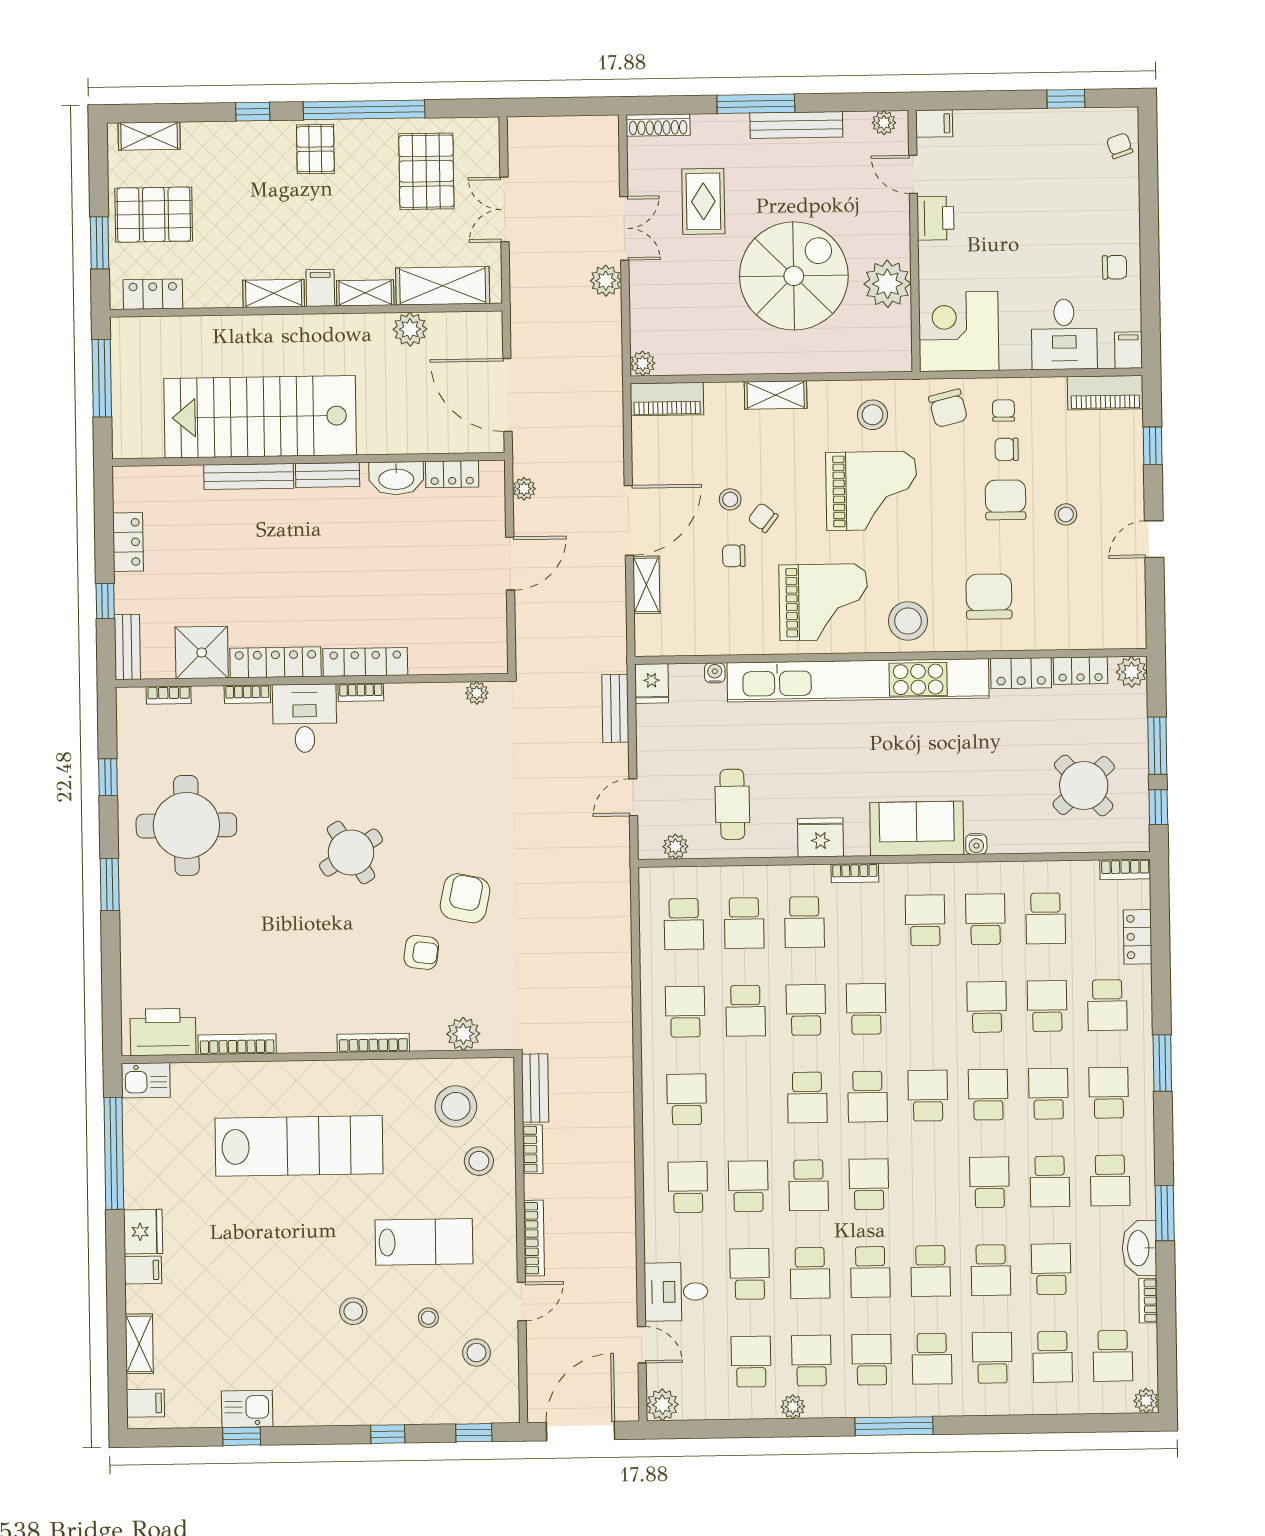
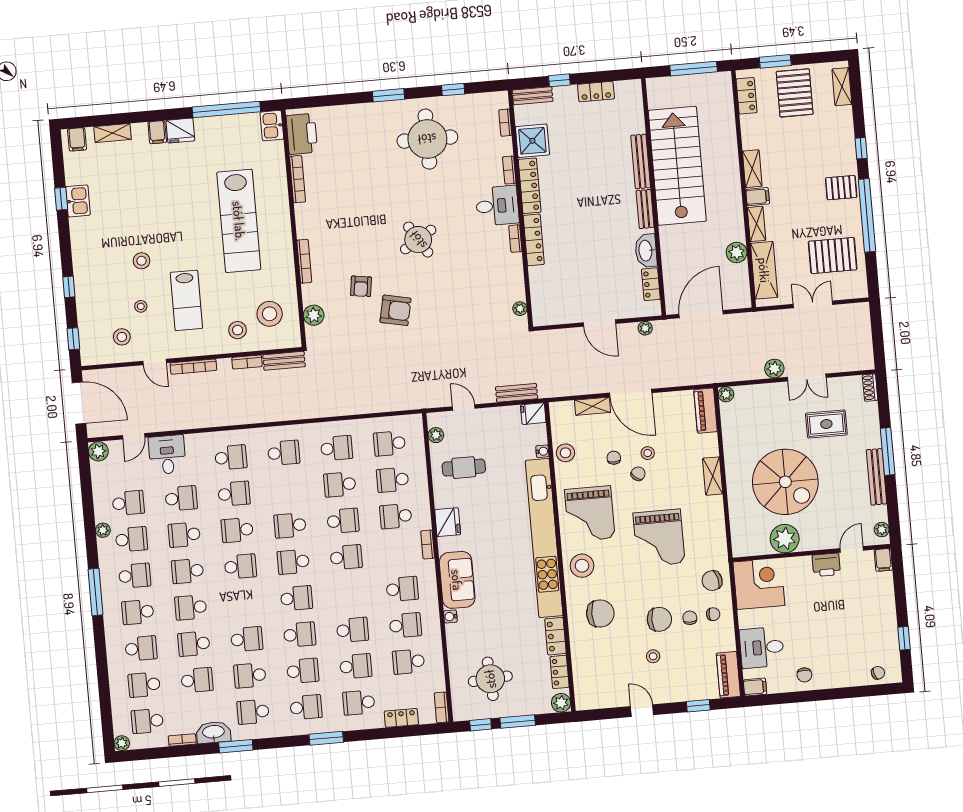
shoe rack: (658, 125) -> (870, 388), width x0.70
stool: (873, 415) -> (565, 453), moved
round table: (1084, 786) -> (490, 679), turned 38

